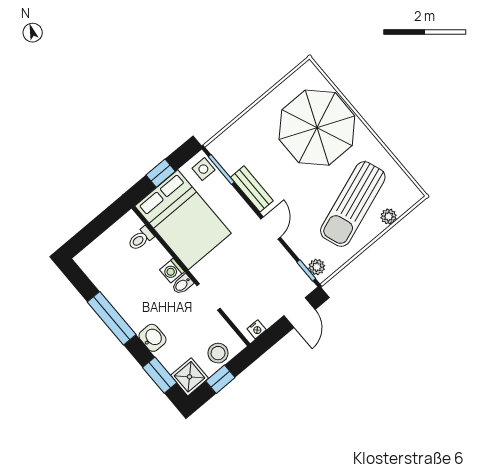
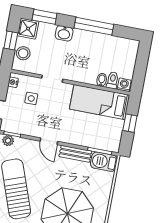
barbecue: (227, 153) -> (104, 162), added
side table: (203, 169) -> (31, 98), moved
bed: (183, 220) -> (100, 102), width x0.67
washing machine: (172, 271) -> (124, 85), moved
bidet: (182, 284) -> (102, 80), moved

